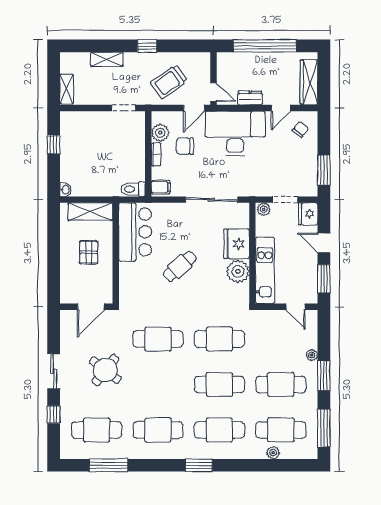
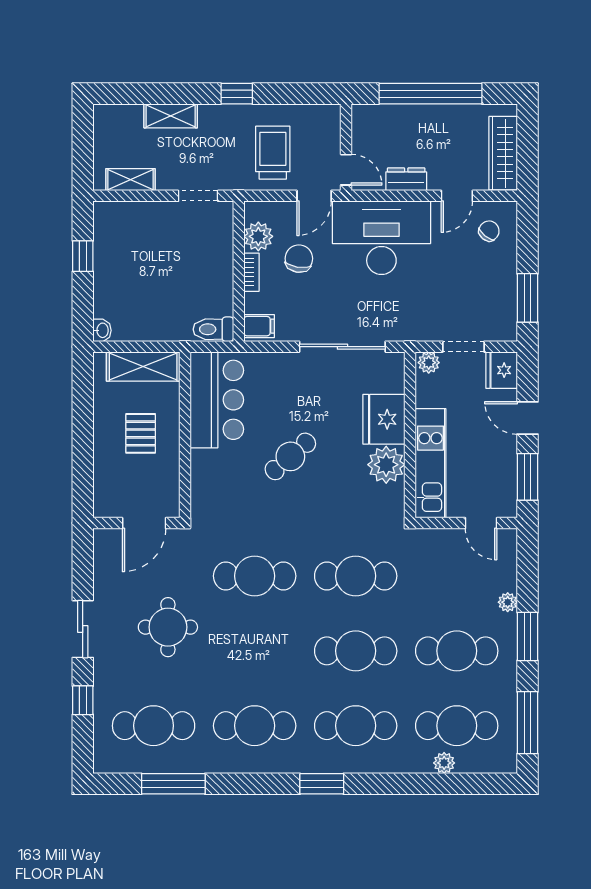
trolley: (169, 82) -> (273, 153), turned 126
shelving: (66, 89) -> (131, 180), moved, turned 90
chair: (185, 146) -> (299, 259), turned 99
round table: (105, 370) -> (168, 627), turned -38

